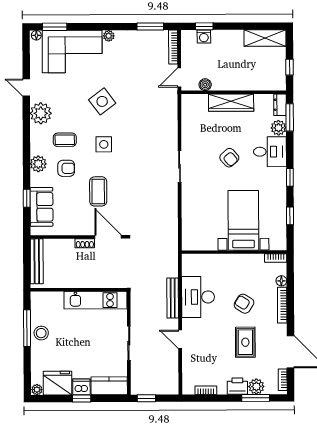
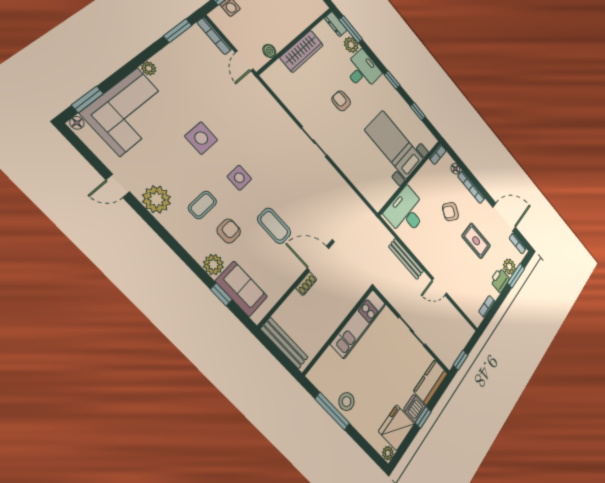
side table: (102, 101) -> (201, 138), turned 37
armchair: (229, 158) -> (341, 101), turned -139
plant: (38, 164) -> (213, 265), moved
desk: (198, 297) -> (406, 212), moved, turned 90

